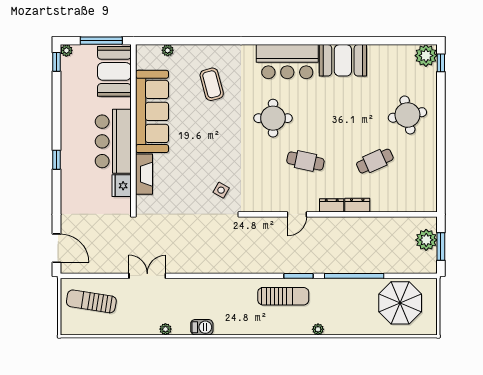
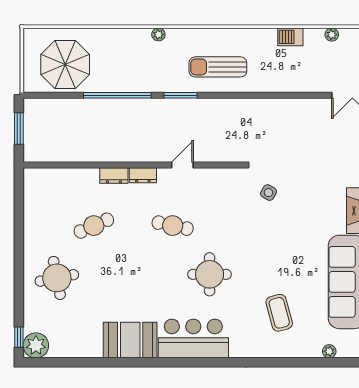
plant: (426, 240) -> (35, 136), removed
sun lounger: (283, 296) -> (218, 67), moved

